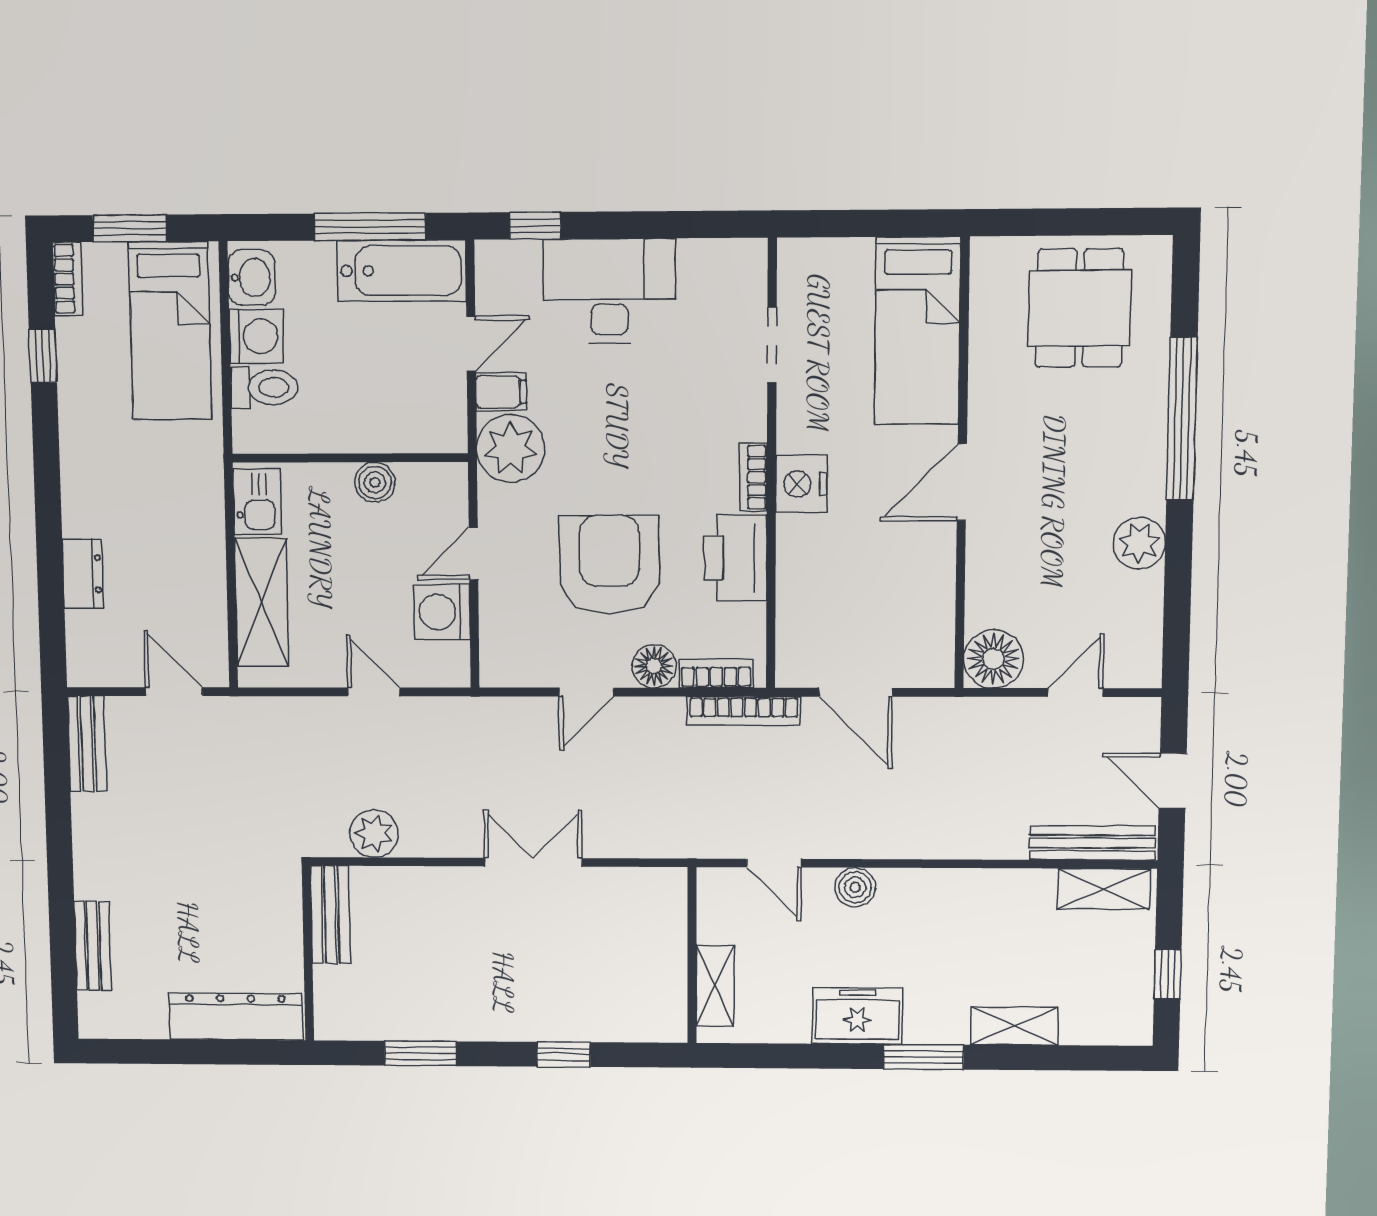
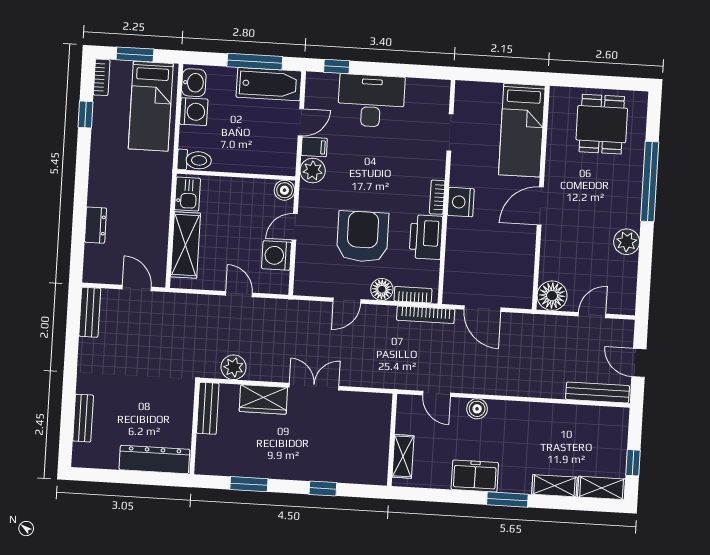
toilet: (264, 387) -> (194, 160), moved
plant: (511, 448) -> (313, 171), width x0.73, depth x0.73
boiler: (375, 482) -> (284, 190), moved
shelving: (1104, 889) -> (602, 488), moved
wardrobe: (437, 892) -> (263, 399), added

